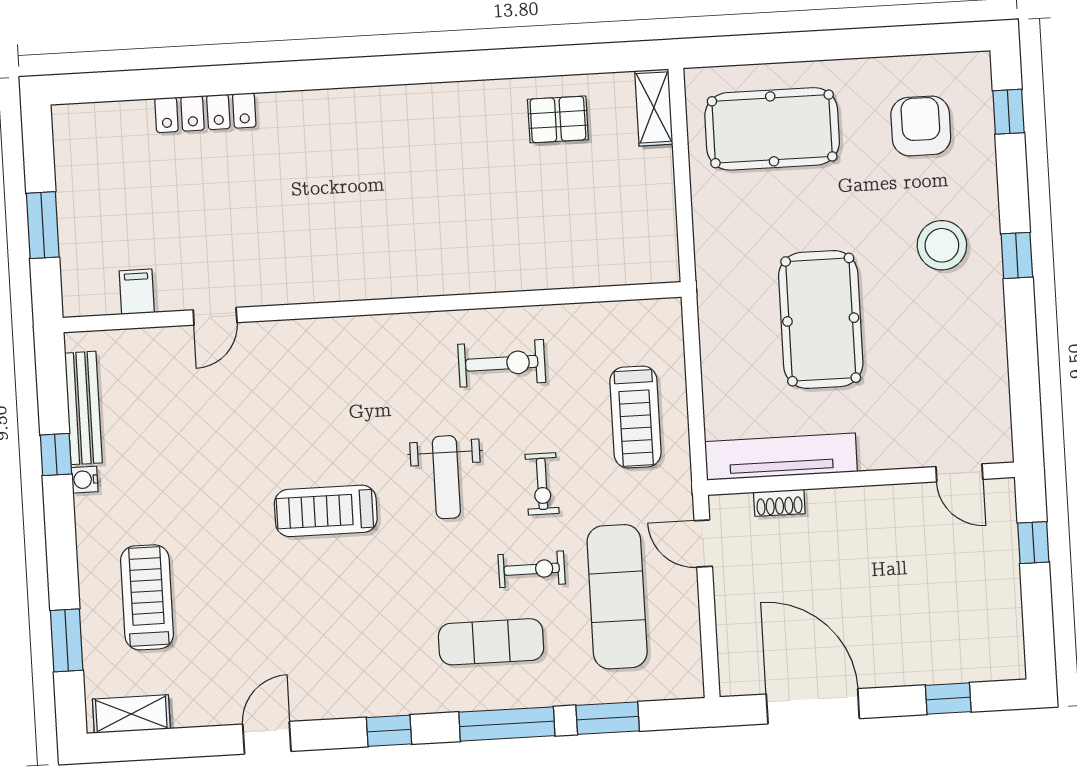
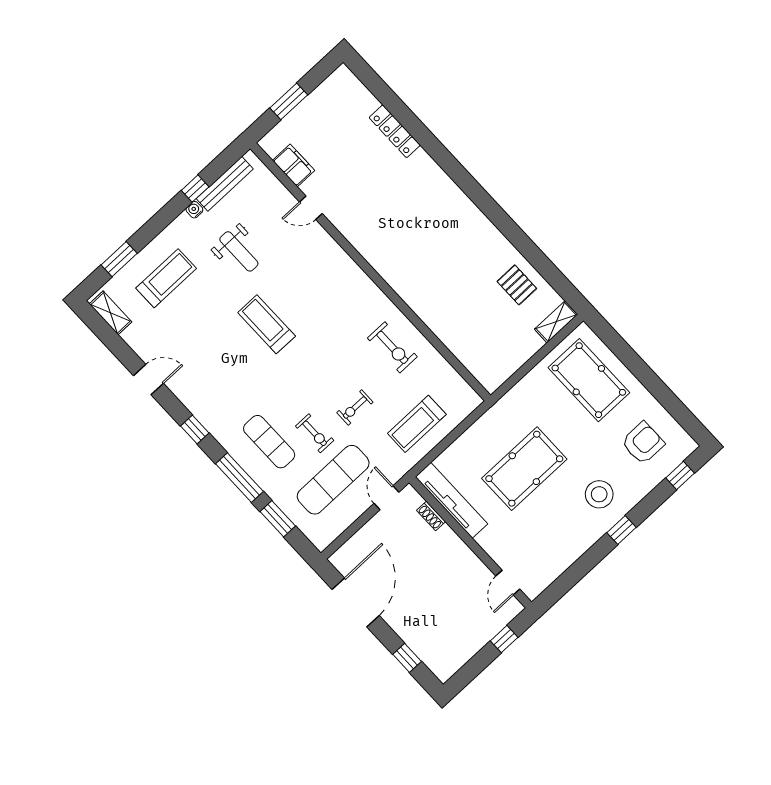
filing cabinet: (137, 292) -> (294, 165), width x2.00
weight bench: (446, 477) -> (239, 251), moved, turned -90

